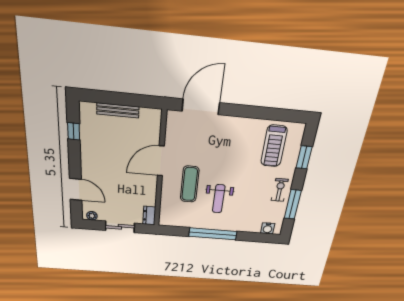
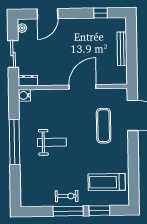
door: (161, 161) -> (83, 87), hinge flipped
exercise mat: (190, 184) -> (104, 126), moved, turned 90
weight bench: (219, 199) -> (52, 142), turned 180
window: (293, 204) -> (68, 211), moved
water cooler: (268, 228) -> (24, 95), moved

